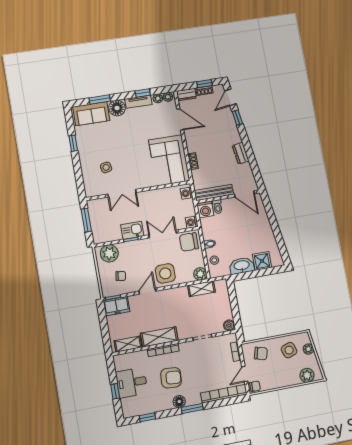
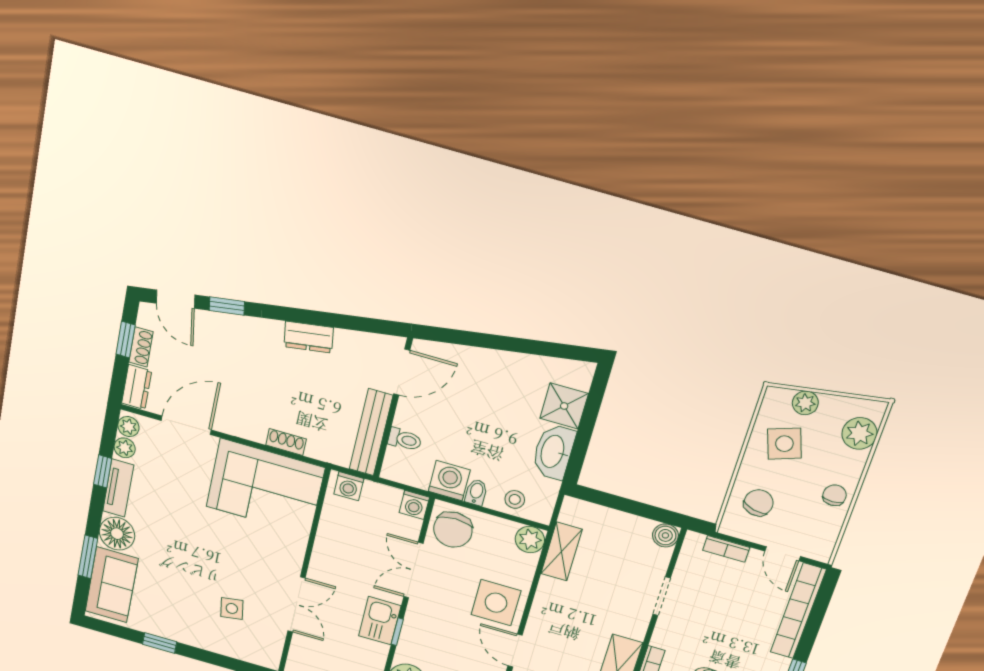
washing machine: (205, 209) -> (449, 481), moved, turned -90
chair: (255, 386) -> (835, 495), moved

